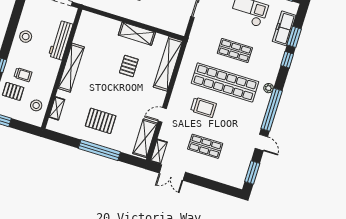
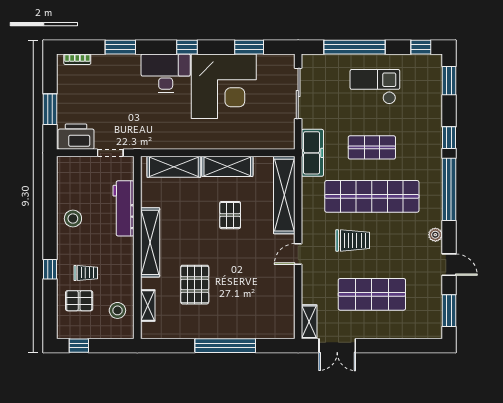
freezer: (284, 28) -> (312, 153), moved, turned 180
window: (294, 37) -> (449, 81), moved
plant: (269, 88) -> (435, 235), moved
window: (272, 110) -> (449, 189), moved
door: (162, 115) -> (298, 254), moved
pallet: (101, 121) -> (195, 285), moved, turned 90
shelving: (145, 138) -> (174, 167), moved, turned 90
shop shelf: (205, 146) -> (372, 294), width x1.43, depth x1.36

